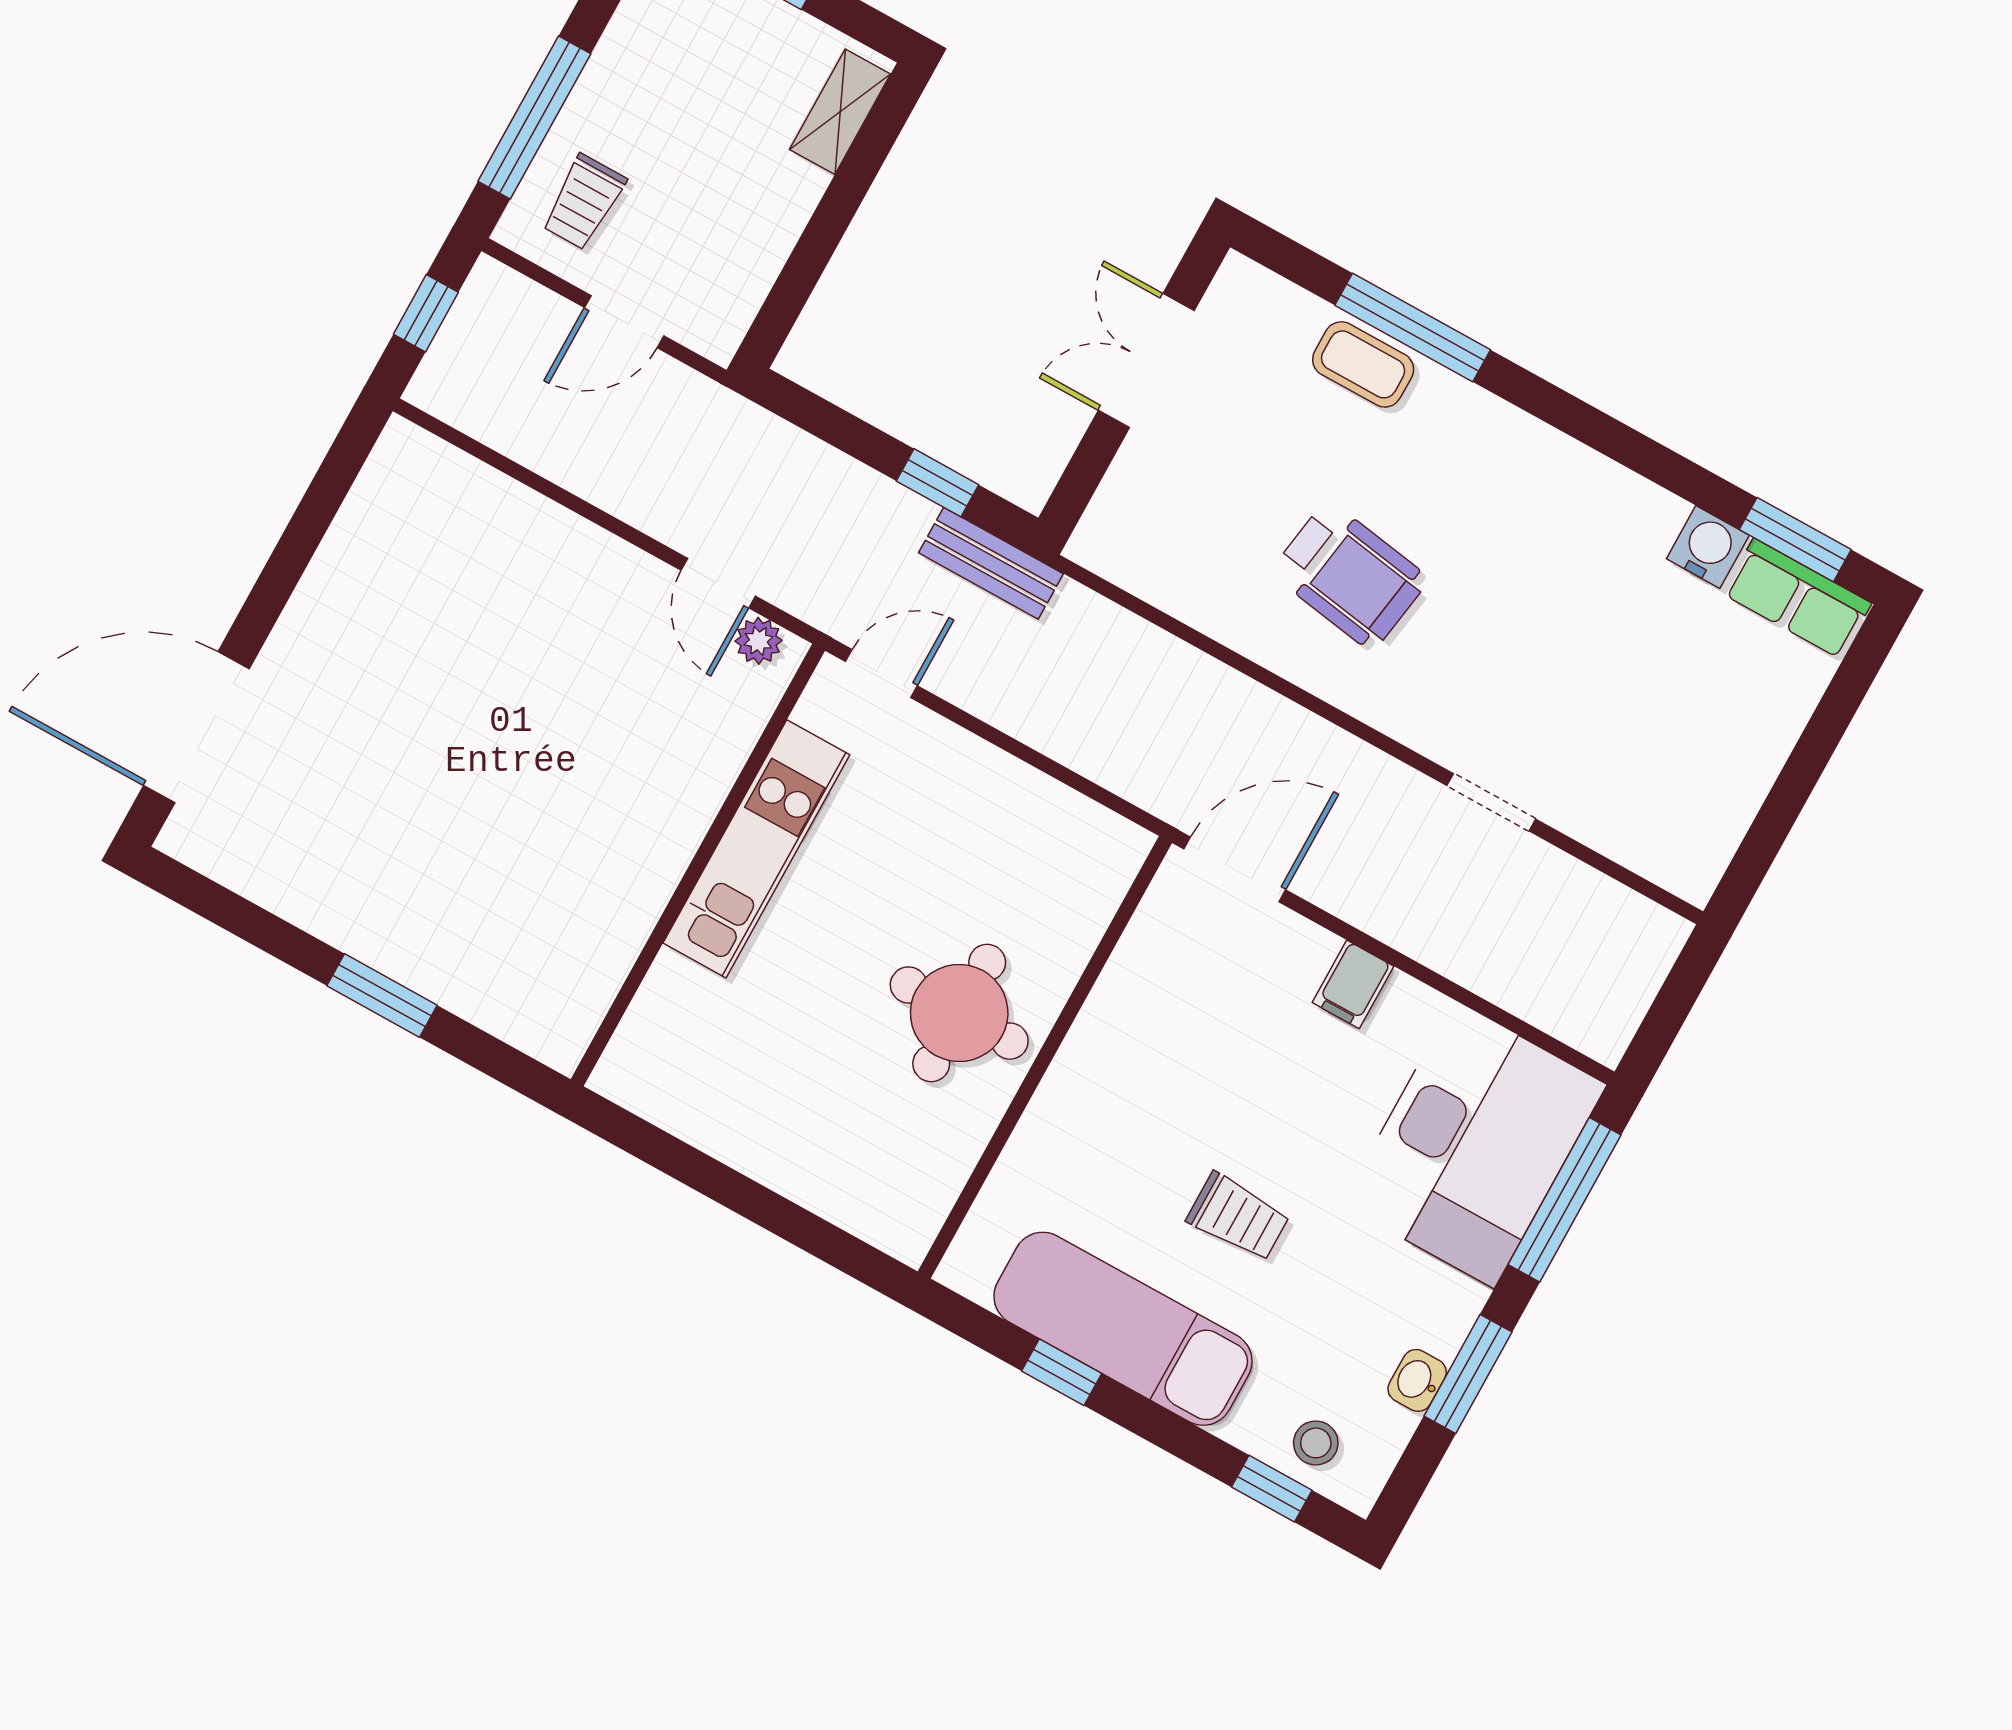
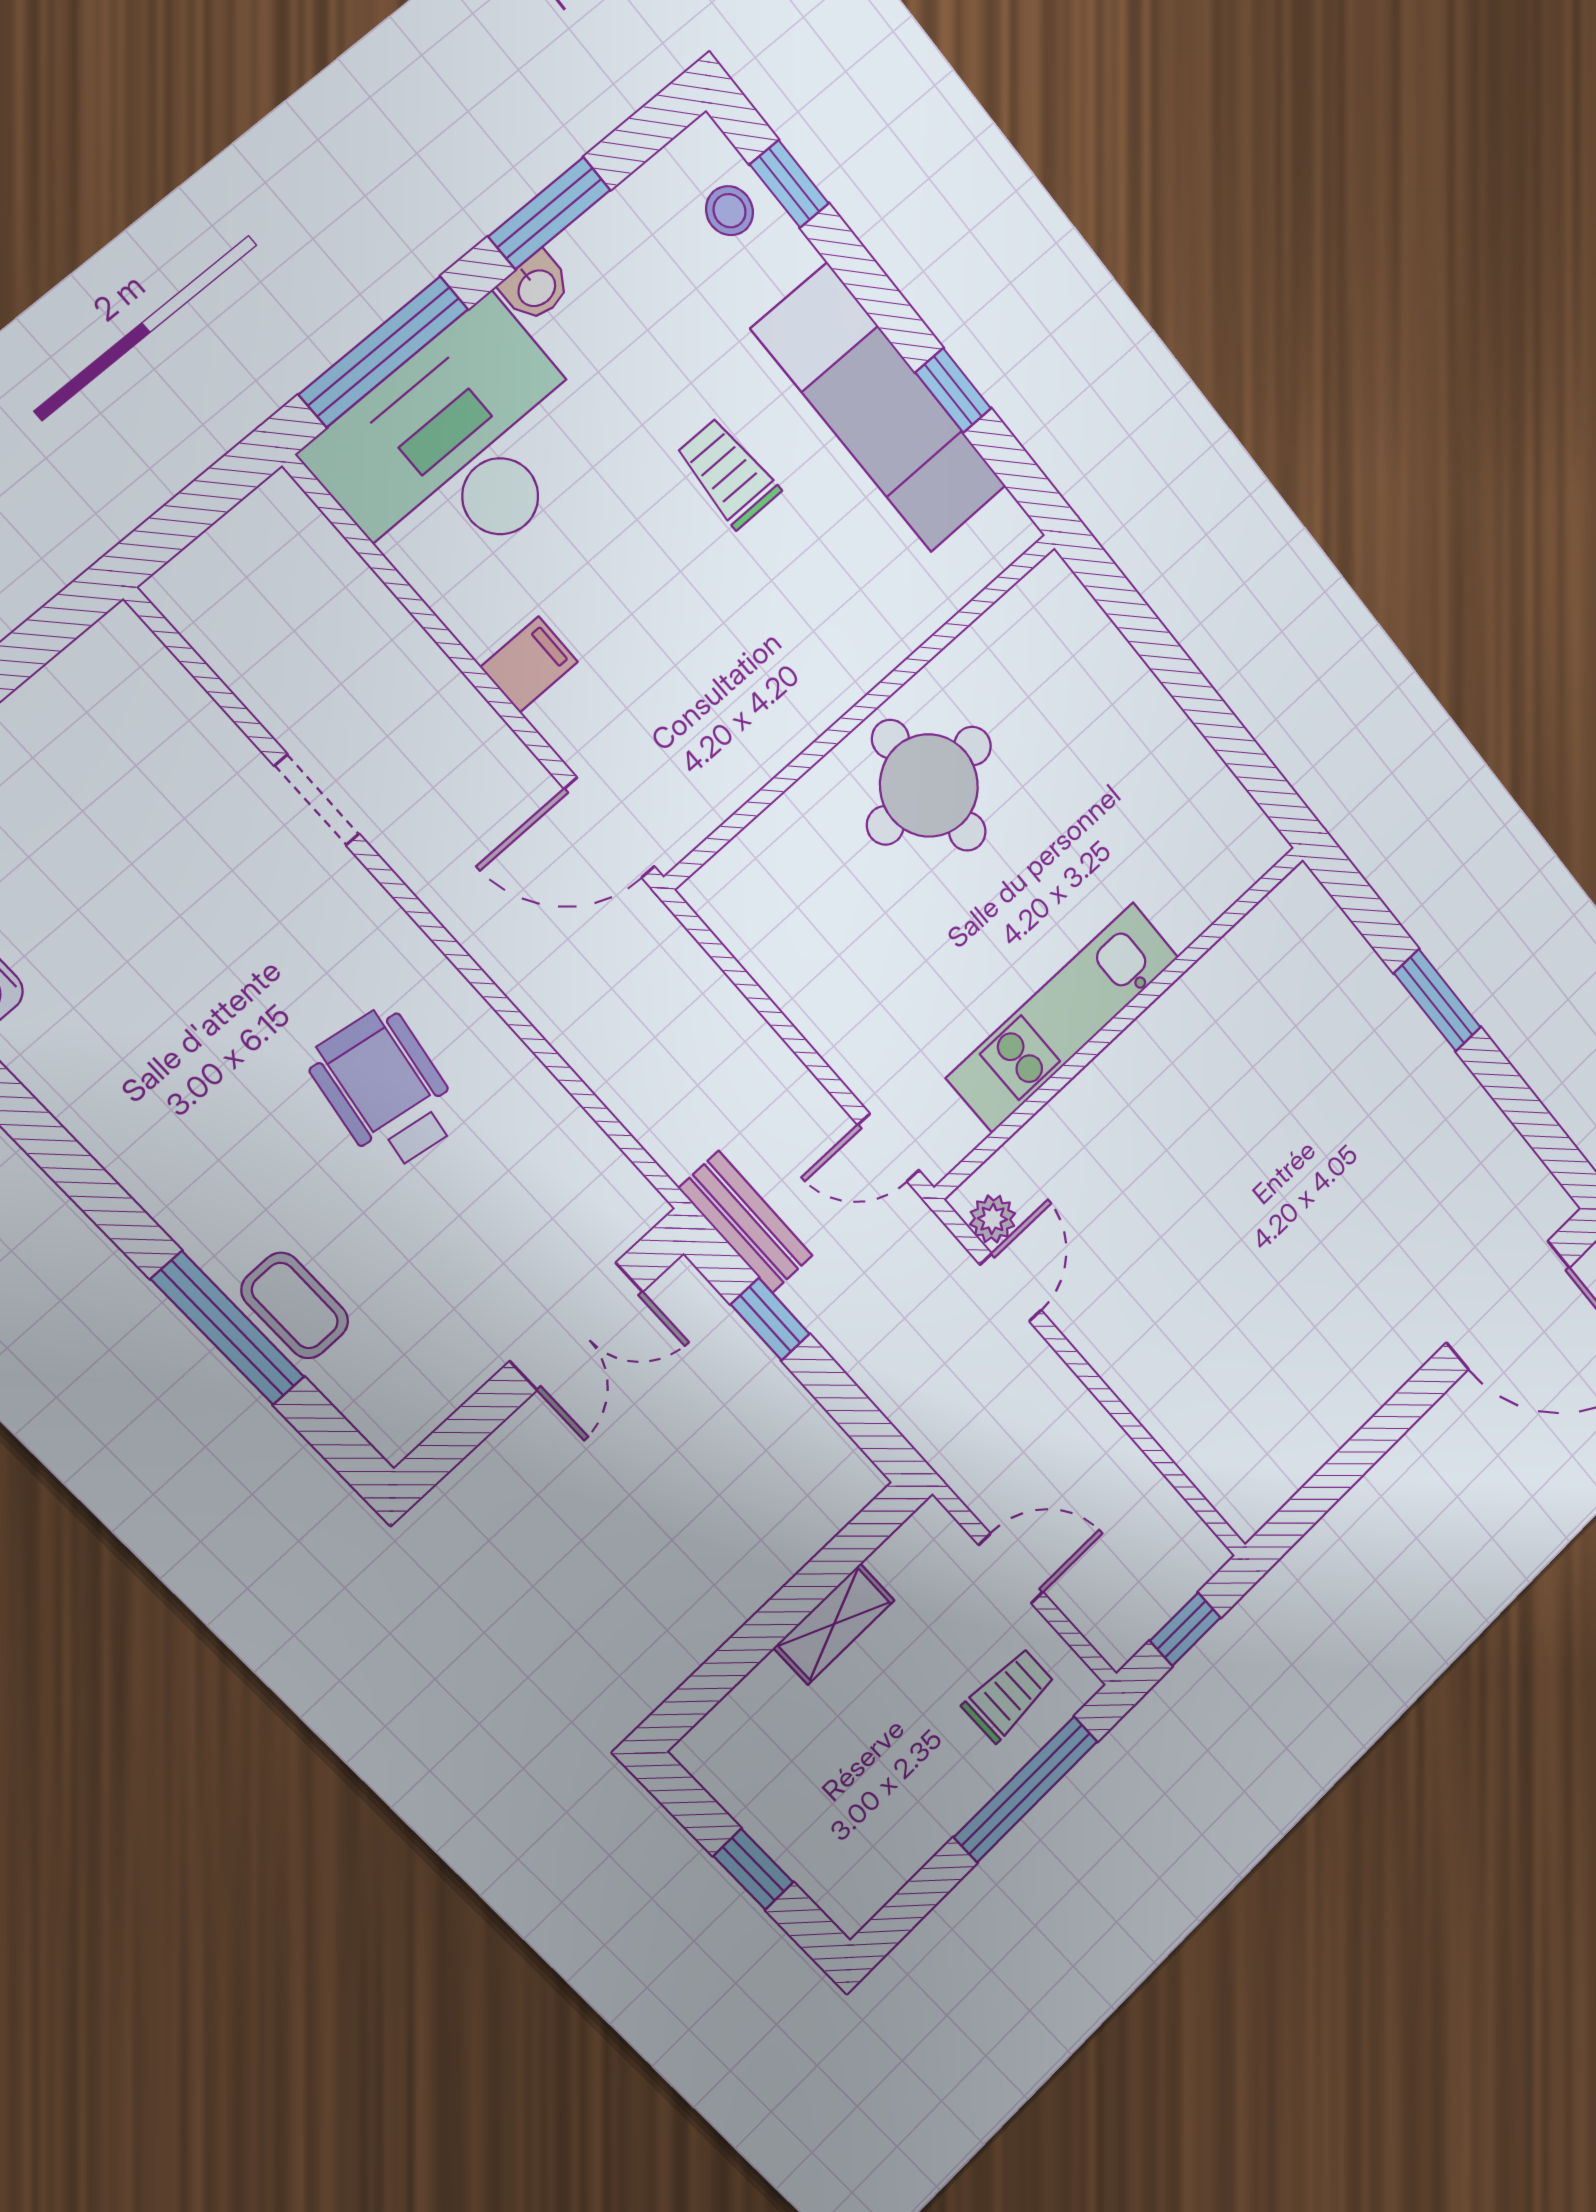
shelving: (840, 112) -> (834, 1624), moved
double door: (1146, 361) -> (576, 1326), moved
washbasin: (1417, 1380) -> (536, 287), moved

